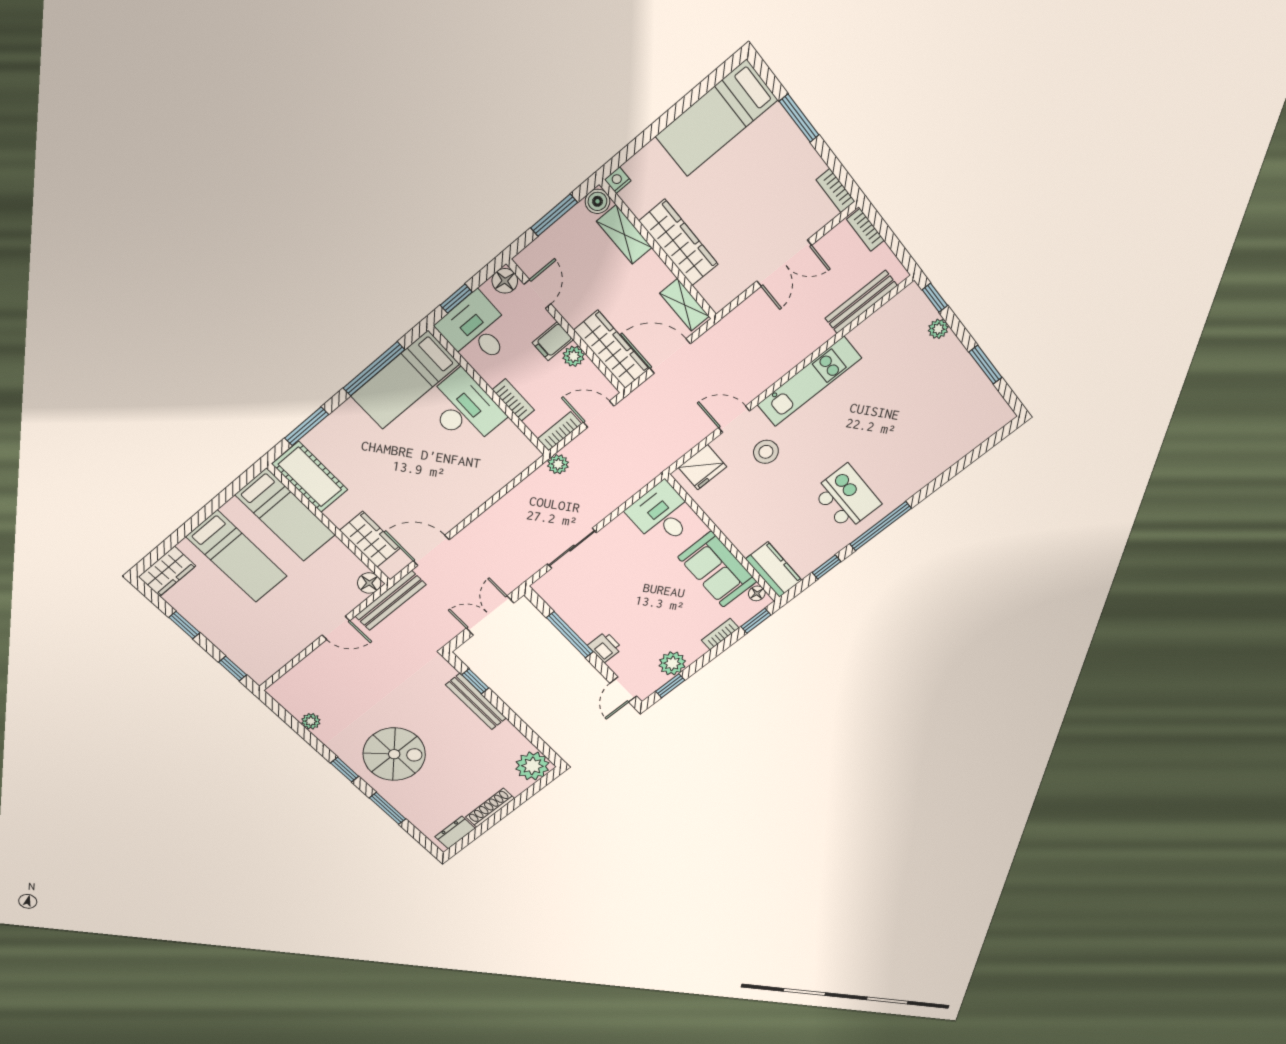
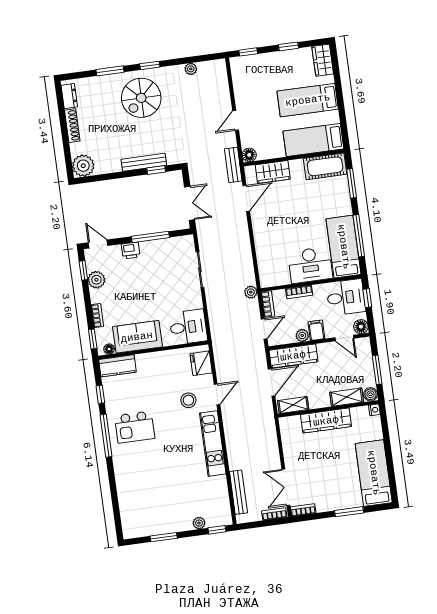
double door: (784, 263) -> (286, 487), moved
bench: (390, 600) -> (233, 165), width x0.73

